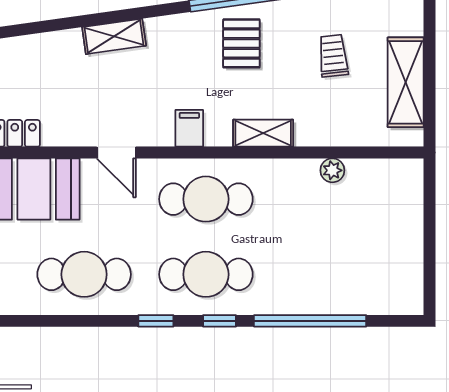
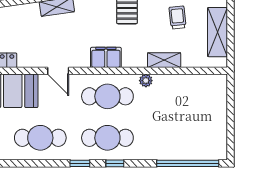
filing cabinet: (189, 128) -> (106, 57), width x2.00
shelving: (263, 133) -> (164, 60), moved
plant: (332, 170) -> (146, 81), moved
window: (310, 321) -> (188, 163), moved

